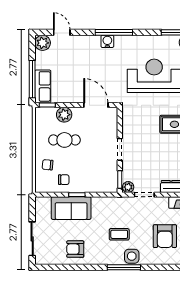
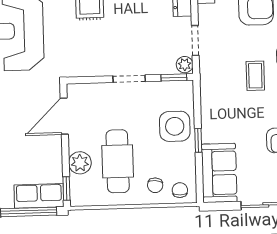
cafe table: (64, 140) -> (118, 161), width x1.37, depth x1.35
side table: (87, 179) -> (175, 126), added
chair: (64, 180) -> (180, 190), moved
sofa: (71, 208) -> (219, 173), moved

